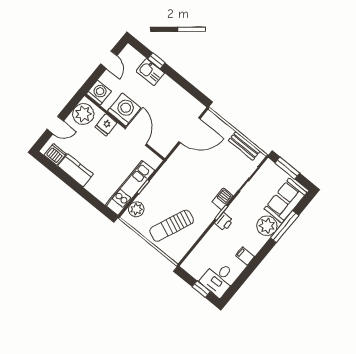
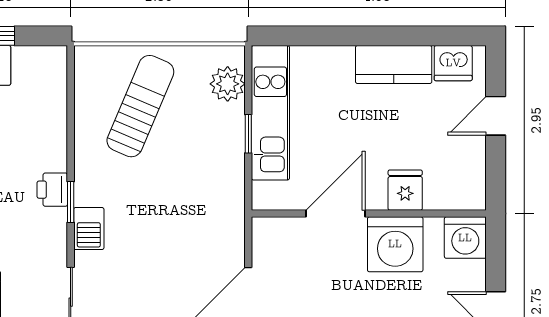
plant: (83, 114) -> (462, 176), removed
door: (136, 136) -> (336, 214), swing flipped

